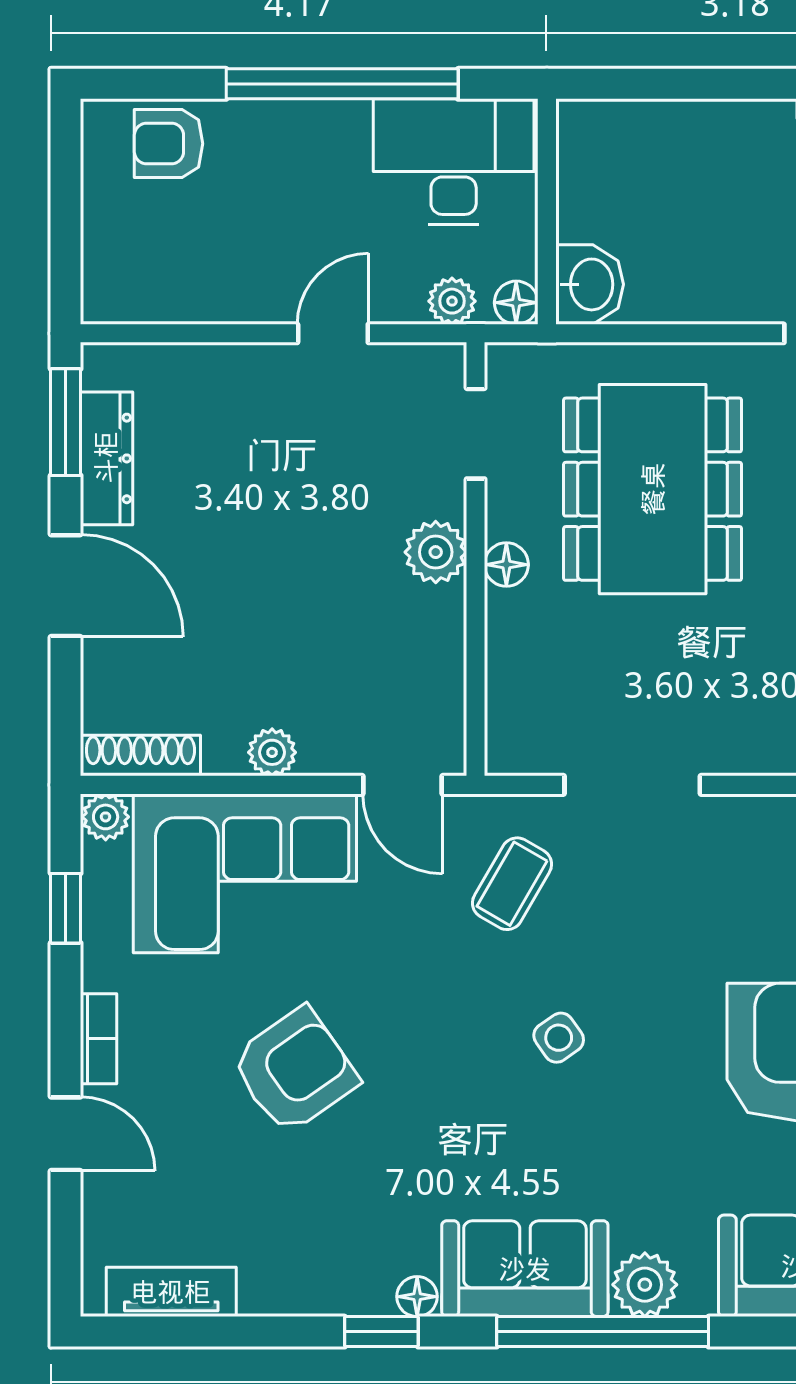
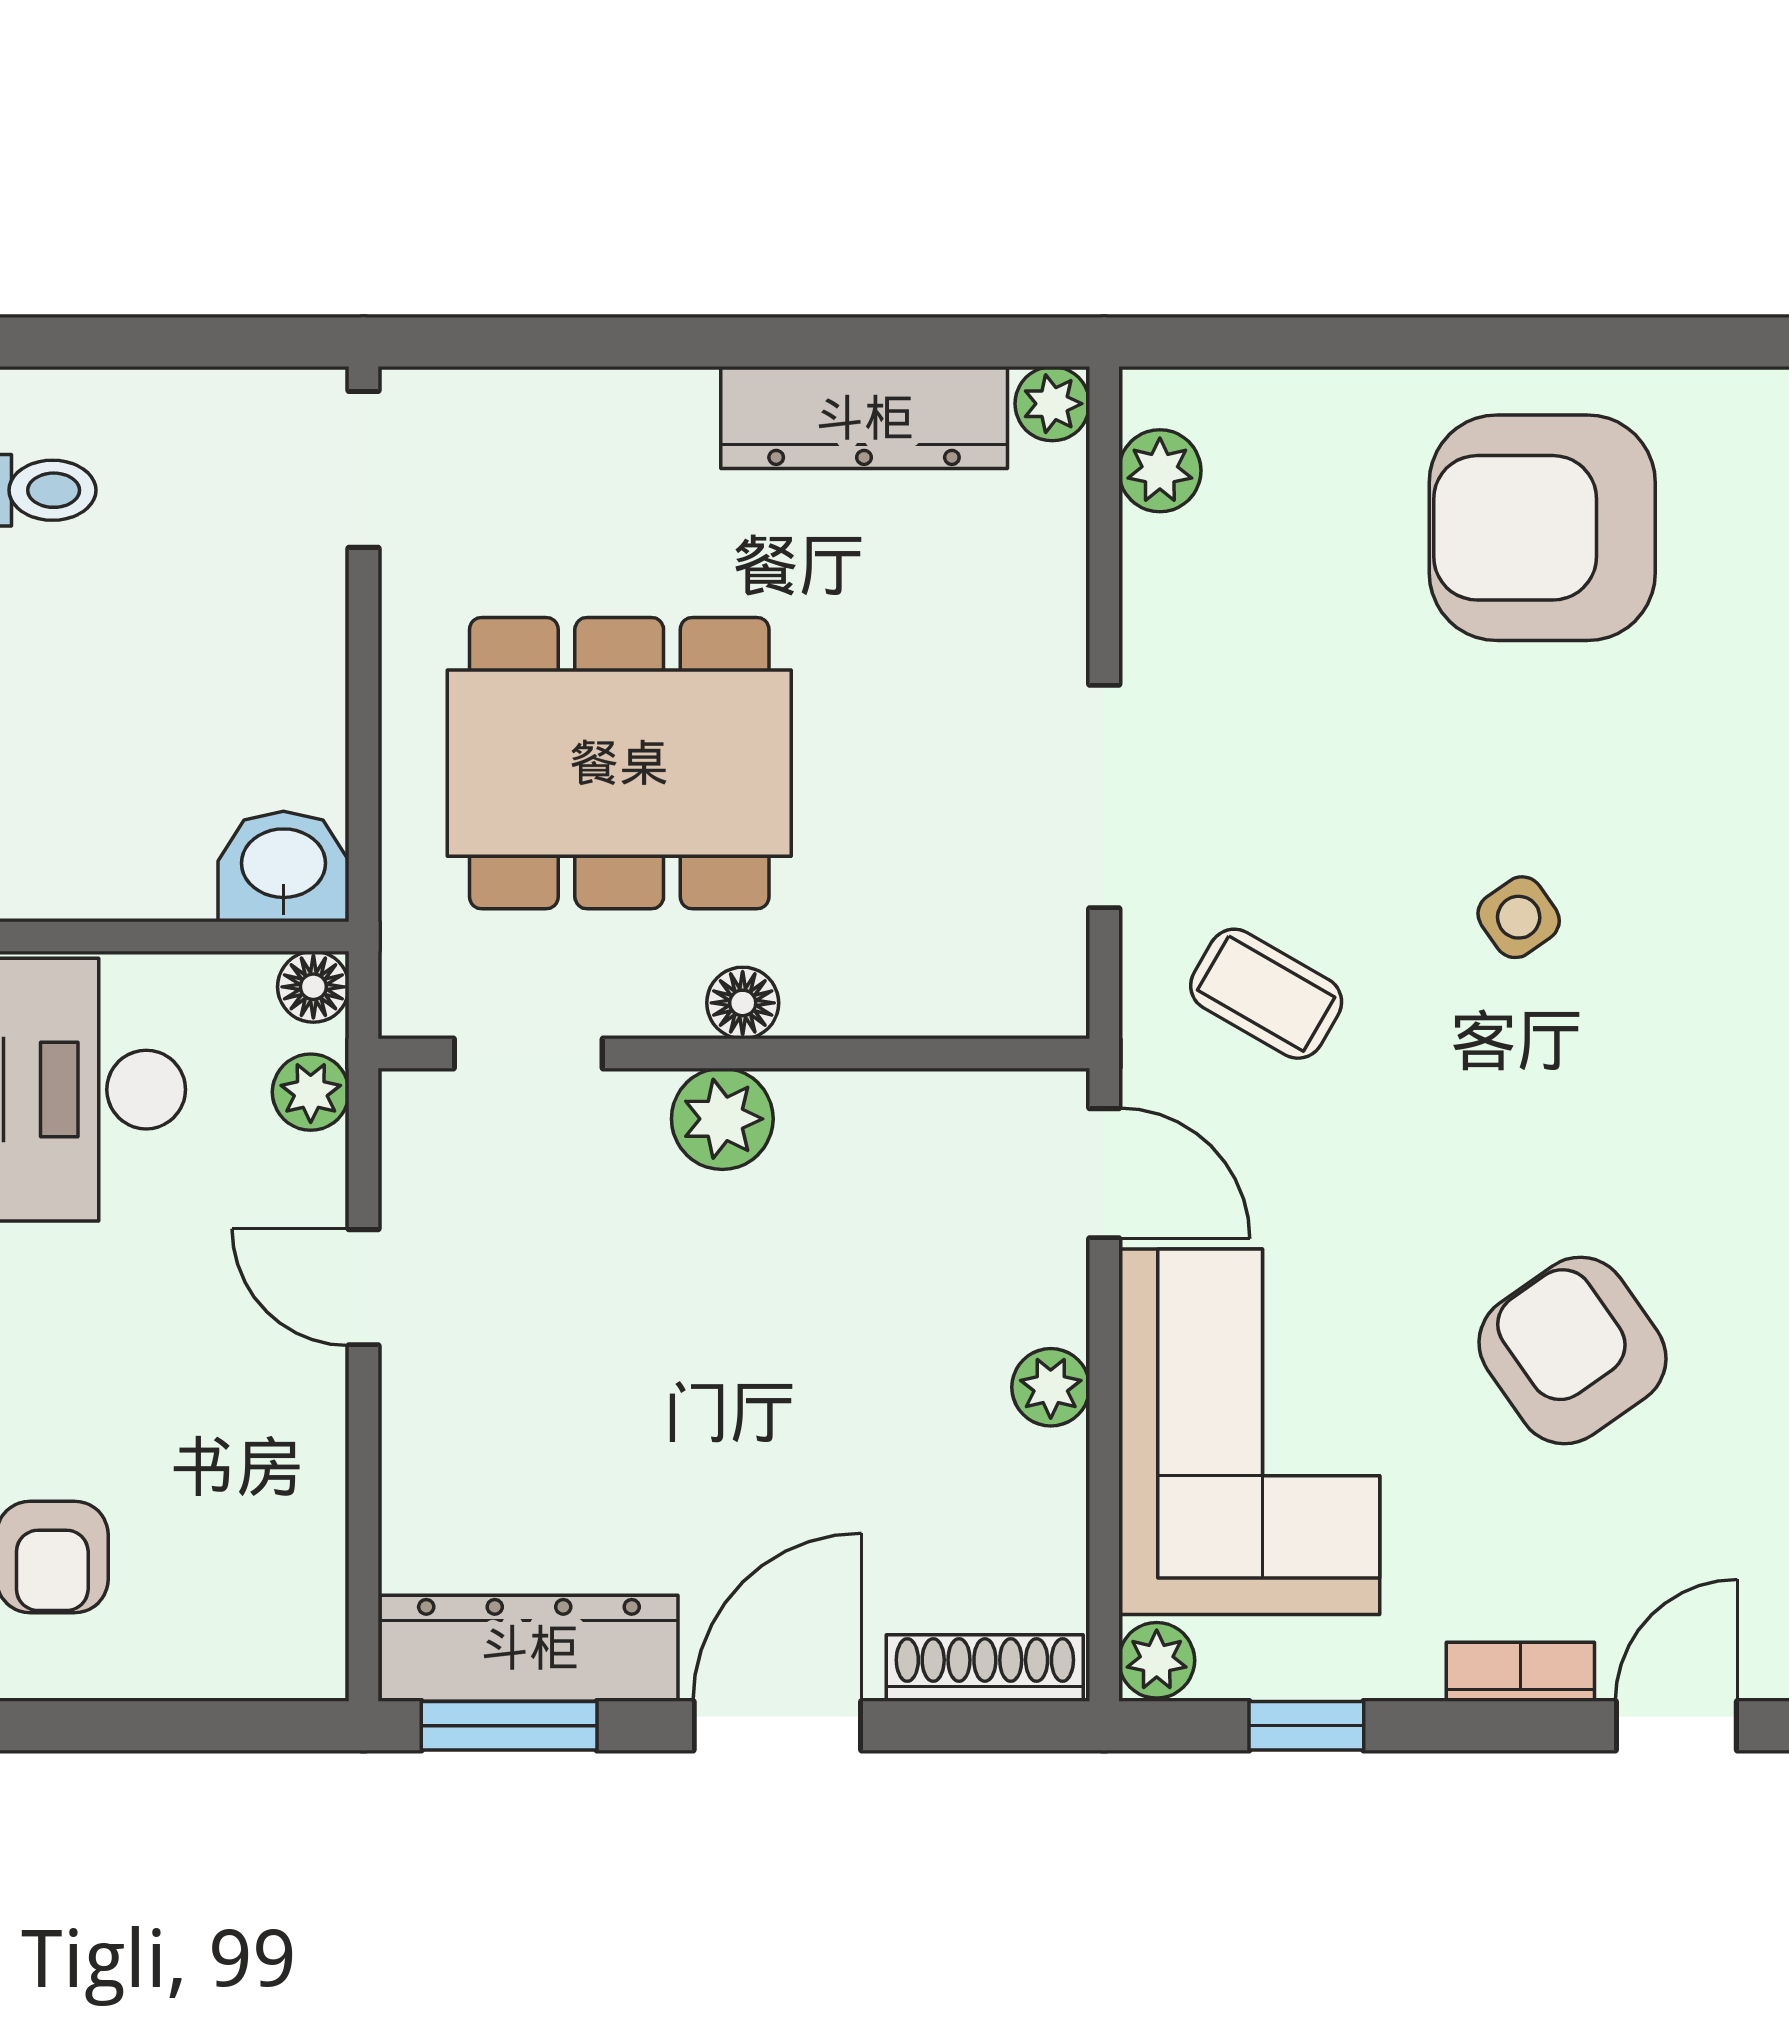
dresser: (106, 458) -> (529, 1648), width x1.37, depth x1.24
shoe rack: (140, 756) -> (985, 1668), moved, turned 90
door: (403, 785) -> (1104, 1173), hinge flipped

